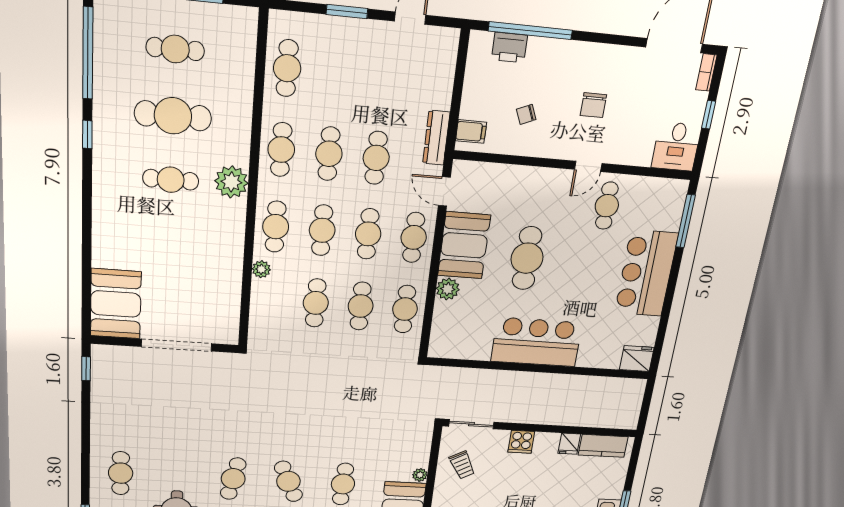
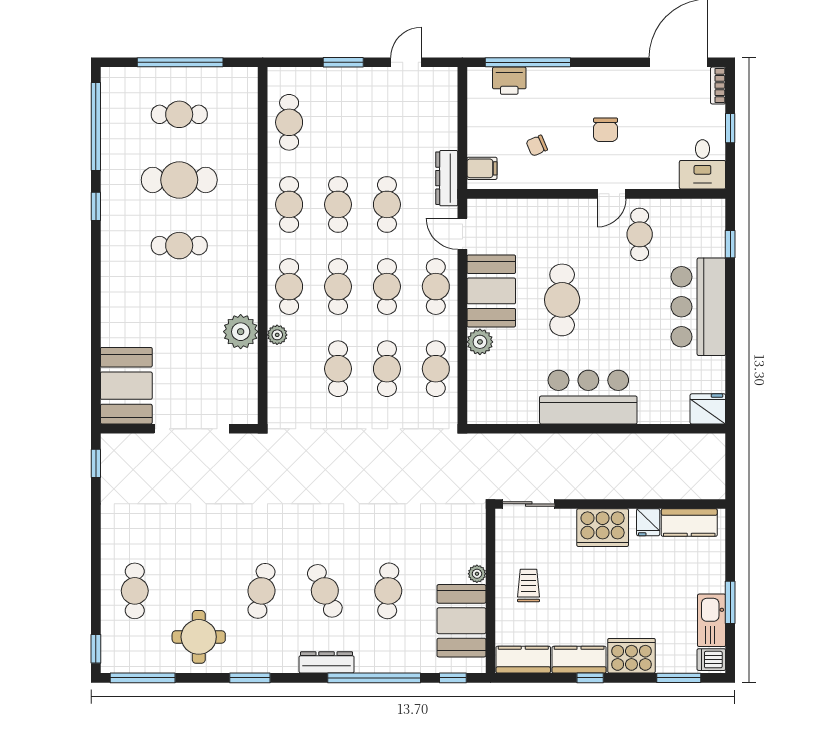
plant: (231, 182) -> (241, 332), moved
window: (686, 221) -> (730, 244), width x0.46
cooker: (521, 442) -> (603, 528), width x1.87, depth x1.31
trolley: (462, 465) -> (528, 585), moved, turned -151

